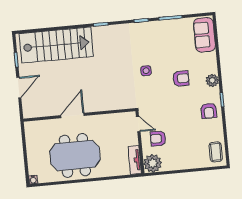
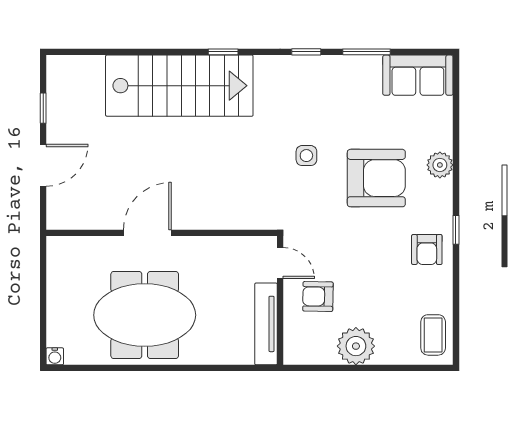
sofa: (204, 35) -> (418, 75), moved, turned -90
stairs: (56, 45) -> (179, 86), moved
armchair: (181, 78) -> (376, 178), width x1.88, depth x1.88
plant: (212, 80) -> (440, 165), moved
tv unit: (135, 160) -> (266, 324), width x1.41
plant: (153, 163) -> (356, 346), moved

